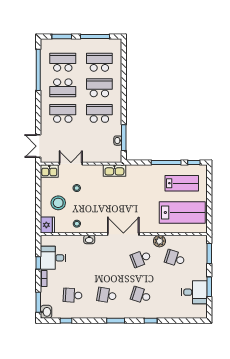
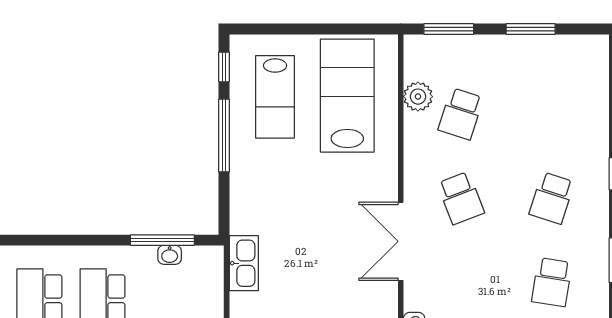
lab bench: (182, 183) -> (275, 97), turned 180
plant: (159, 241) -> (418, 97), moved
desk: (195, 292) -> (544, 65), removed

